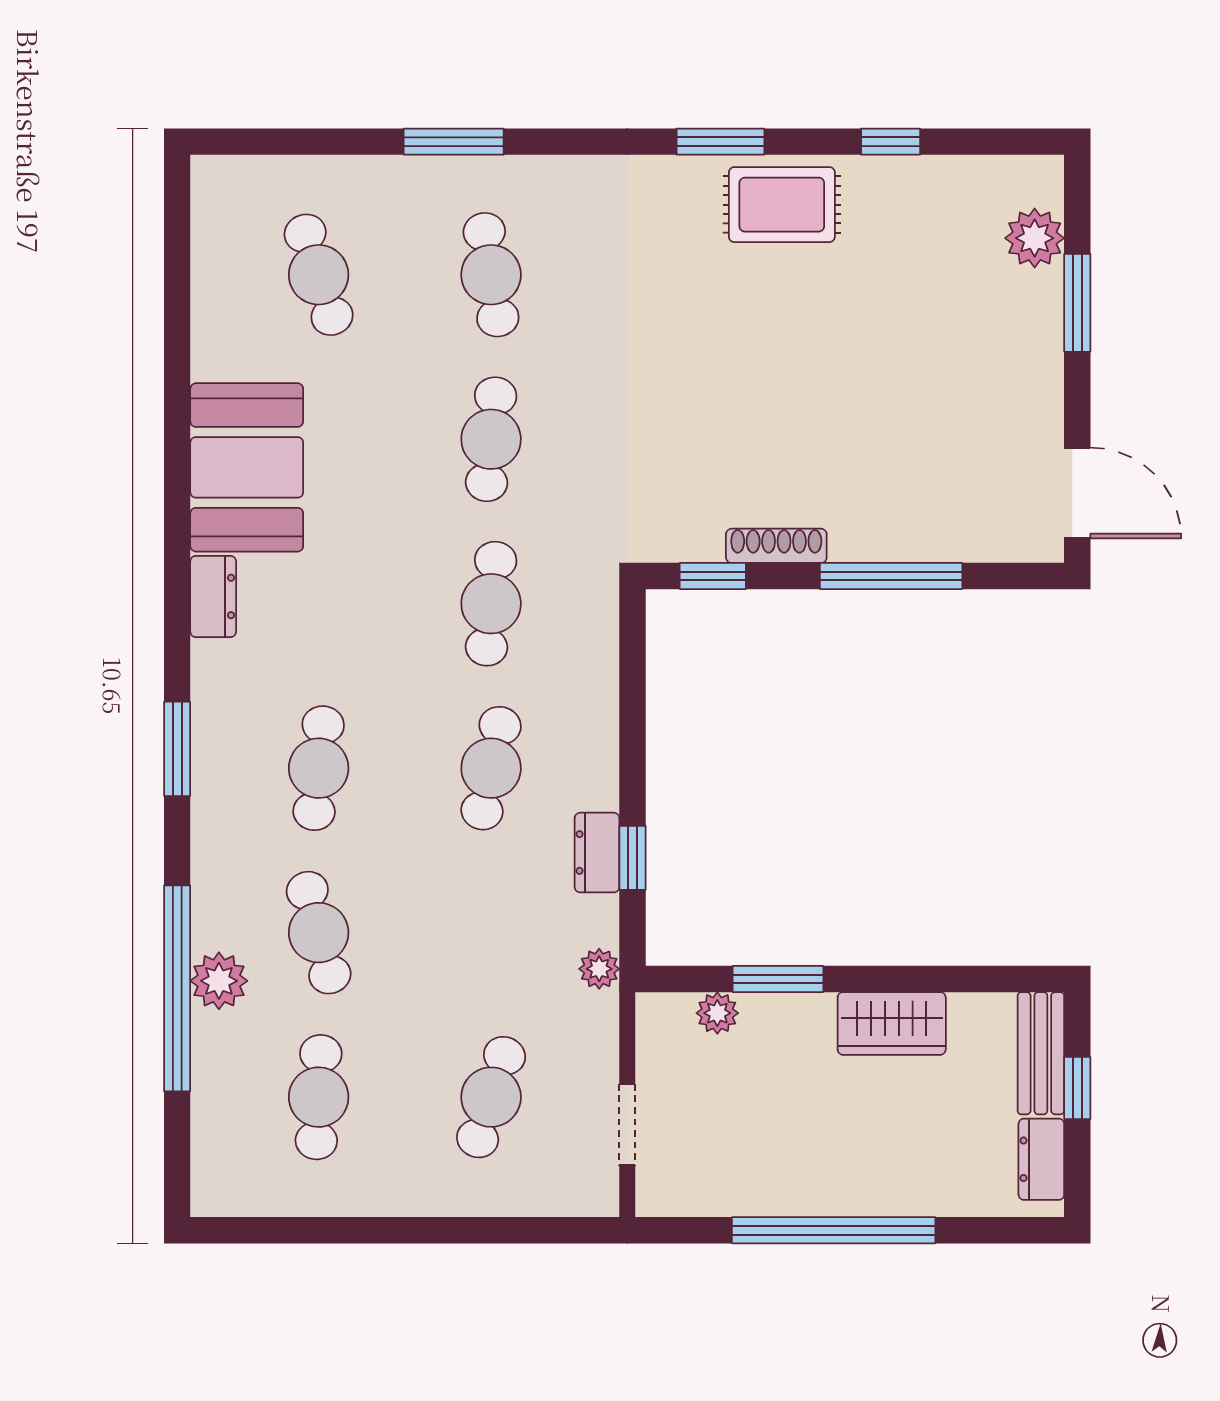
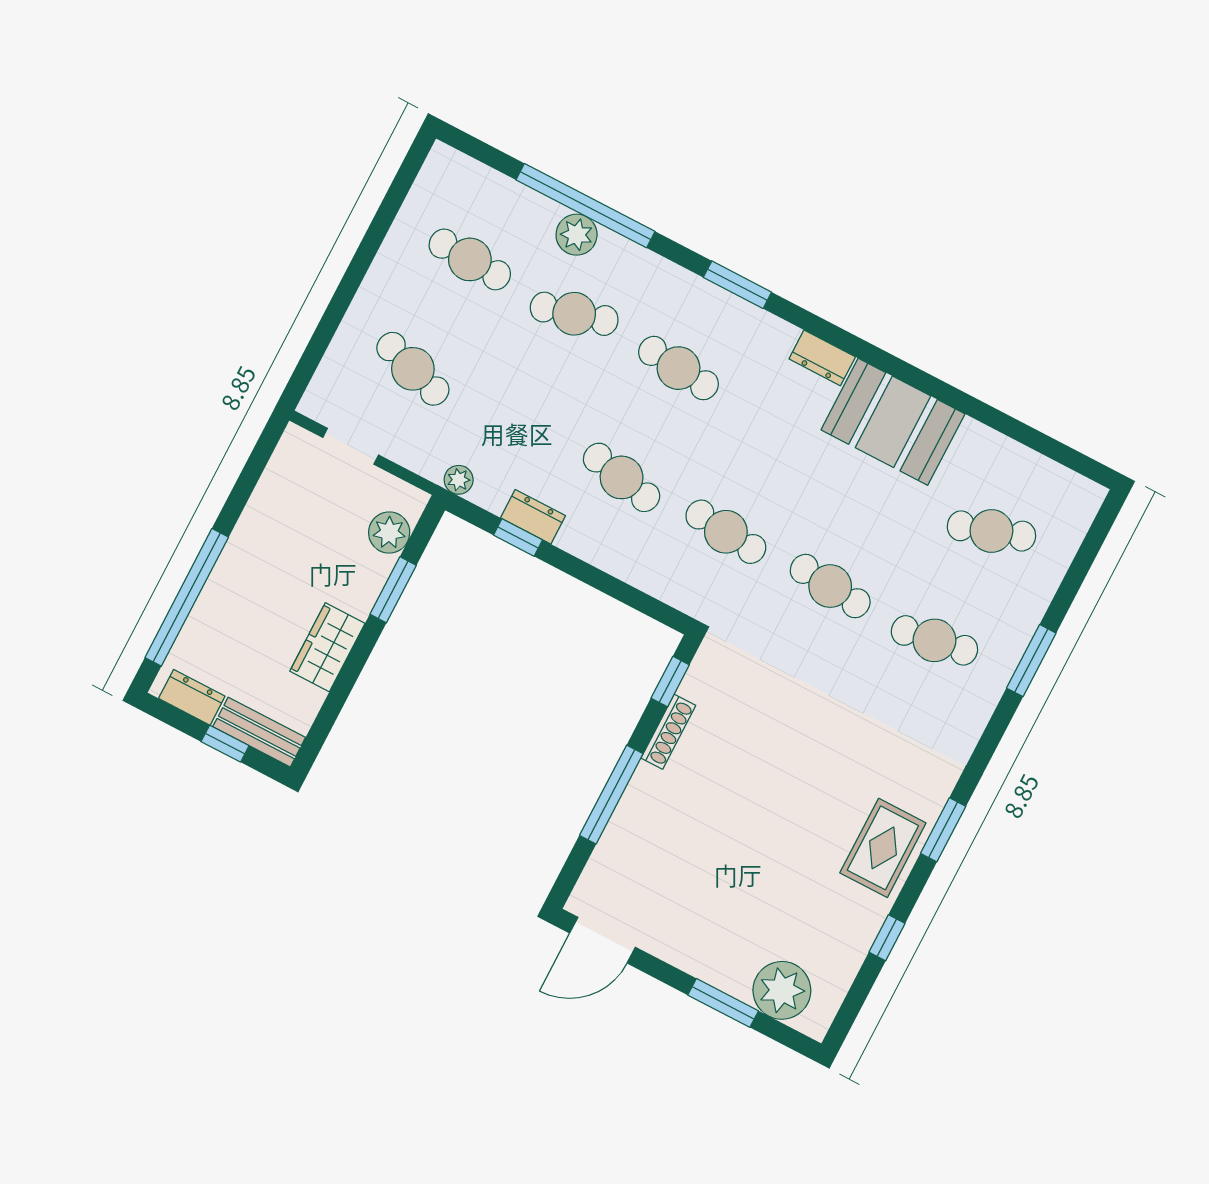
plant: (1035, 238) -> (782, 990), width x1.36, depth x1.36
plant: (717, 1013) -> (389, 533), width x1.38, depth x1.38
window: (834, 1230) -> (187, 597), moved

